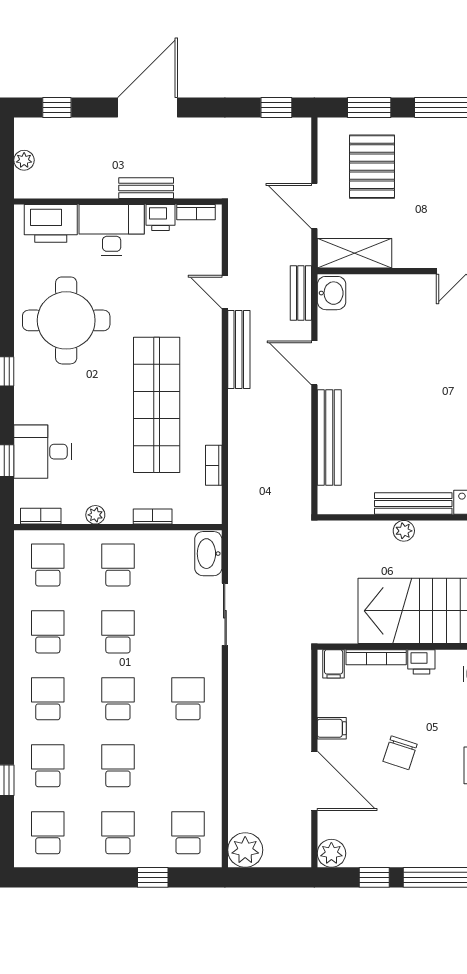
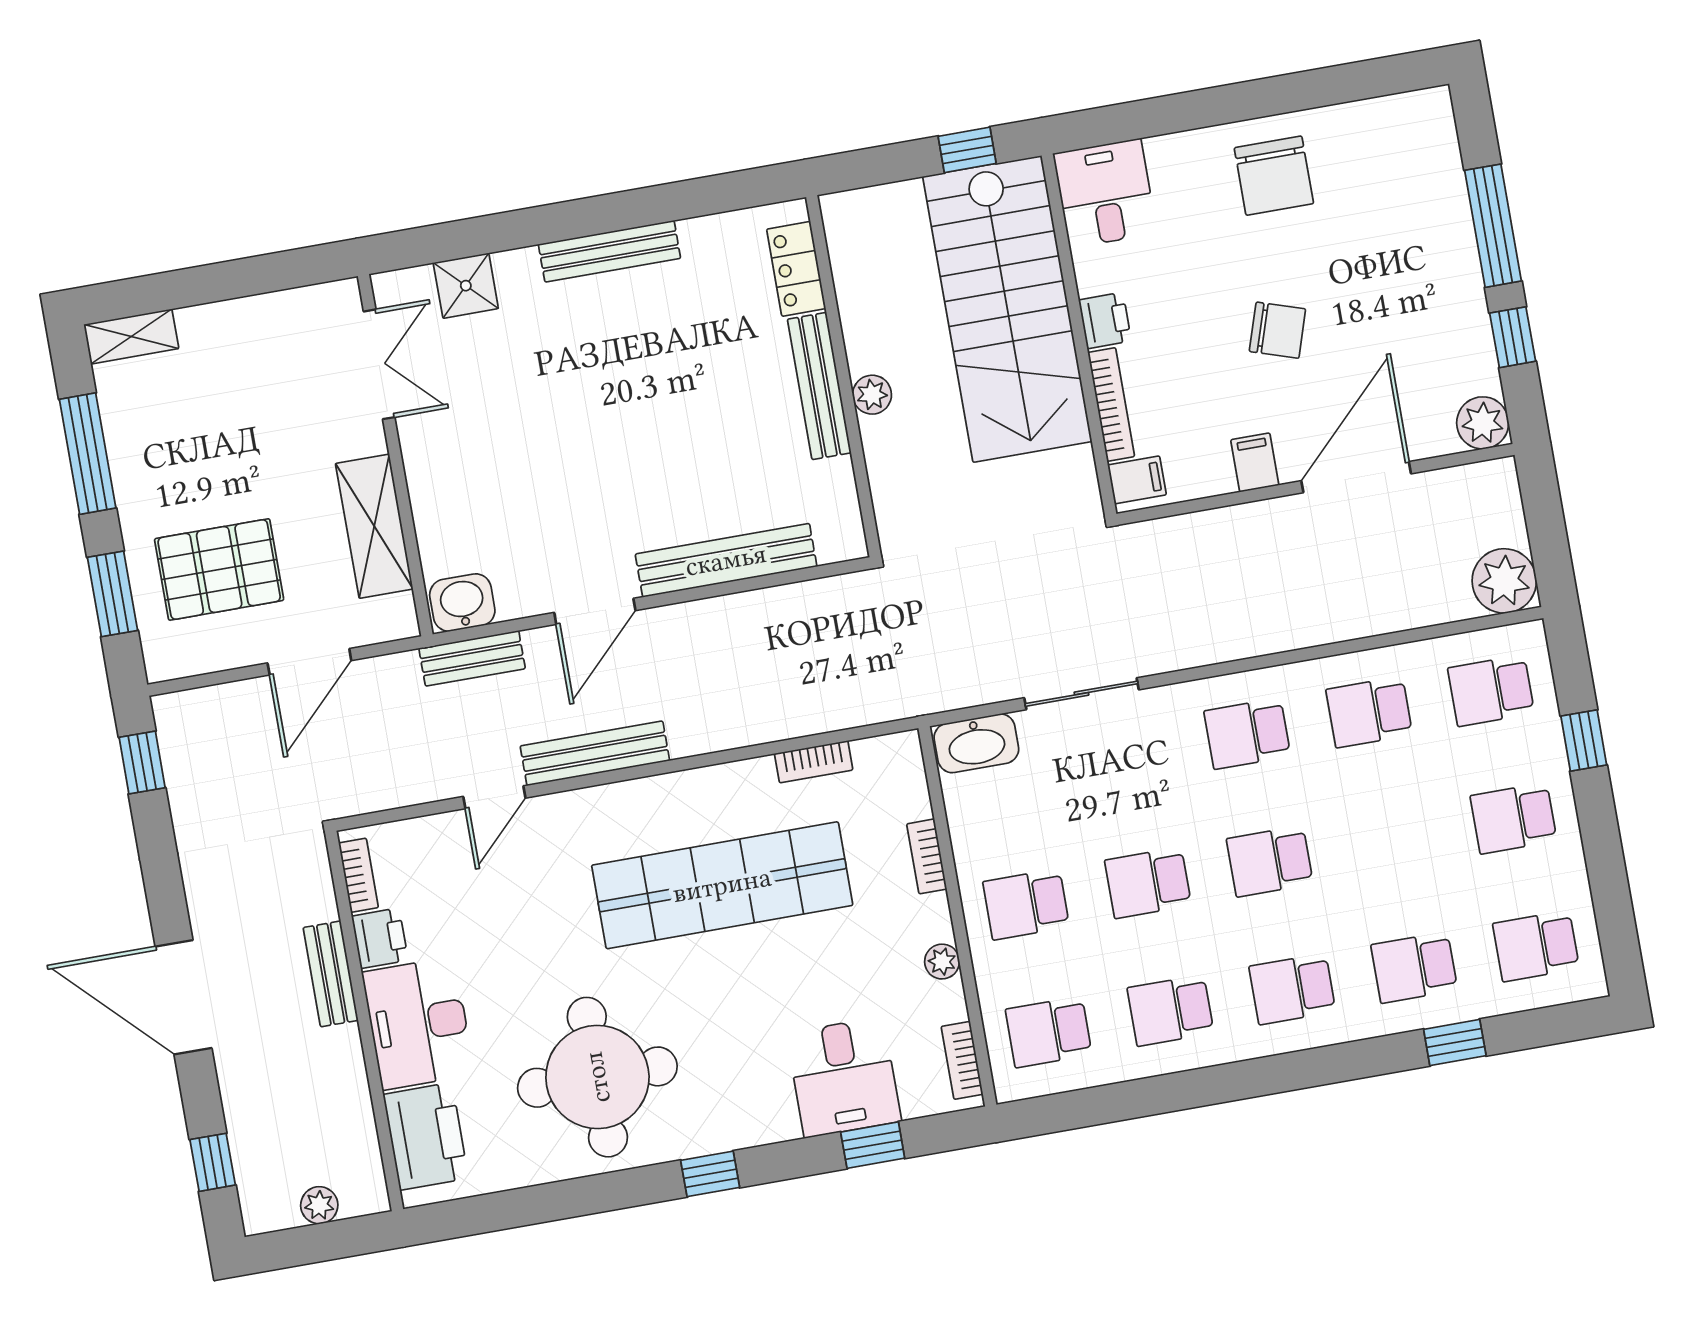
shelving: (354, 253) -> (374, 526), moved
school desk: (118, 766) -> (1369, 712), moved

